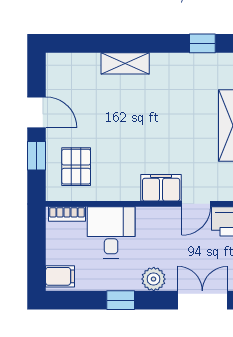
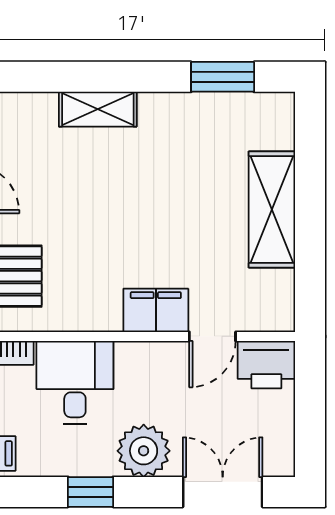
window: (202, 43) -> (223, 77), width x1.50
plant: (154, 279) -> (144, 451), width x1.36, depth x1.36

